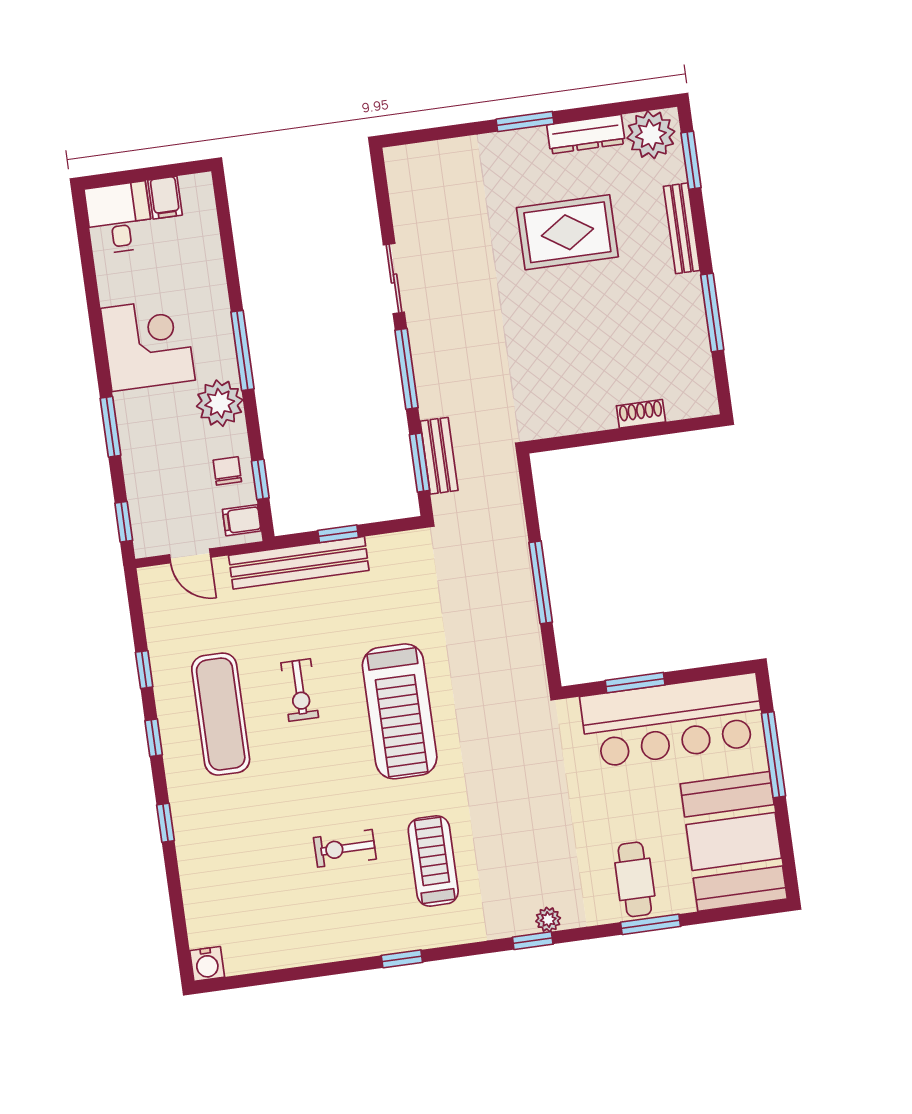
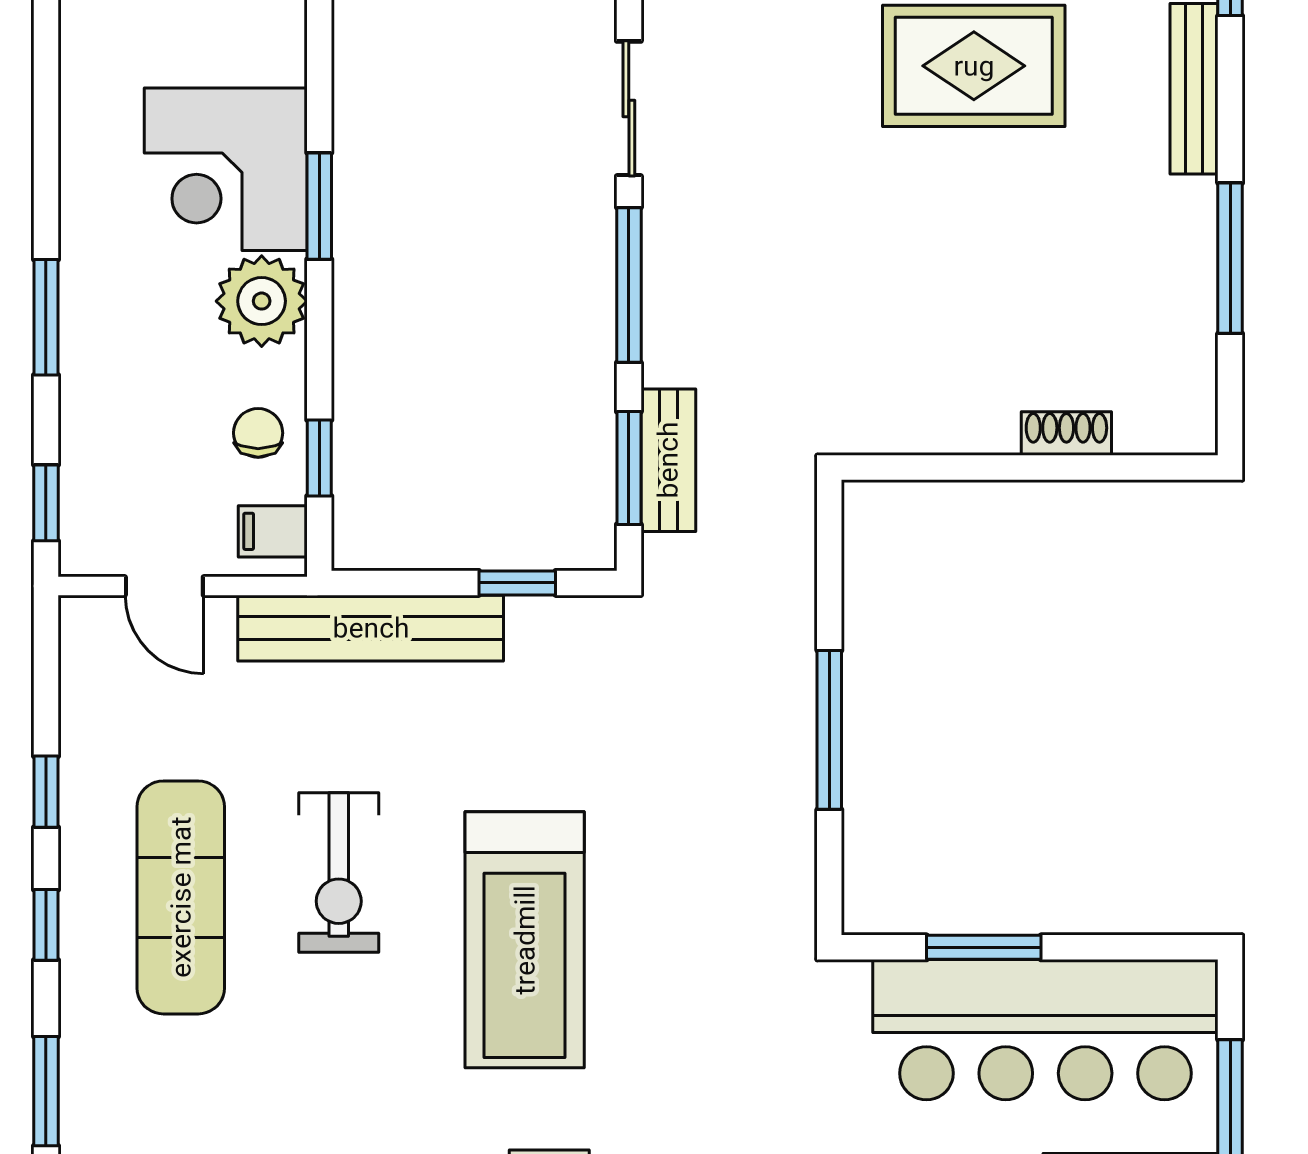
corner desk: (148, 344) -> (226, 169), moved, turned 180
window: (242, 350) -> (319, 206), width x0.69
window: (338, 534) -> (517, 583), moved
exercise bike: (300, 690) -> (339, 872), width x1.38, depth x1.39
window: (165, 823) -> (46, 1091), width x1.50

